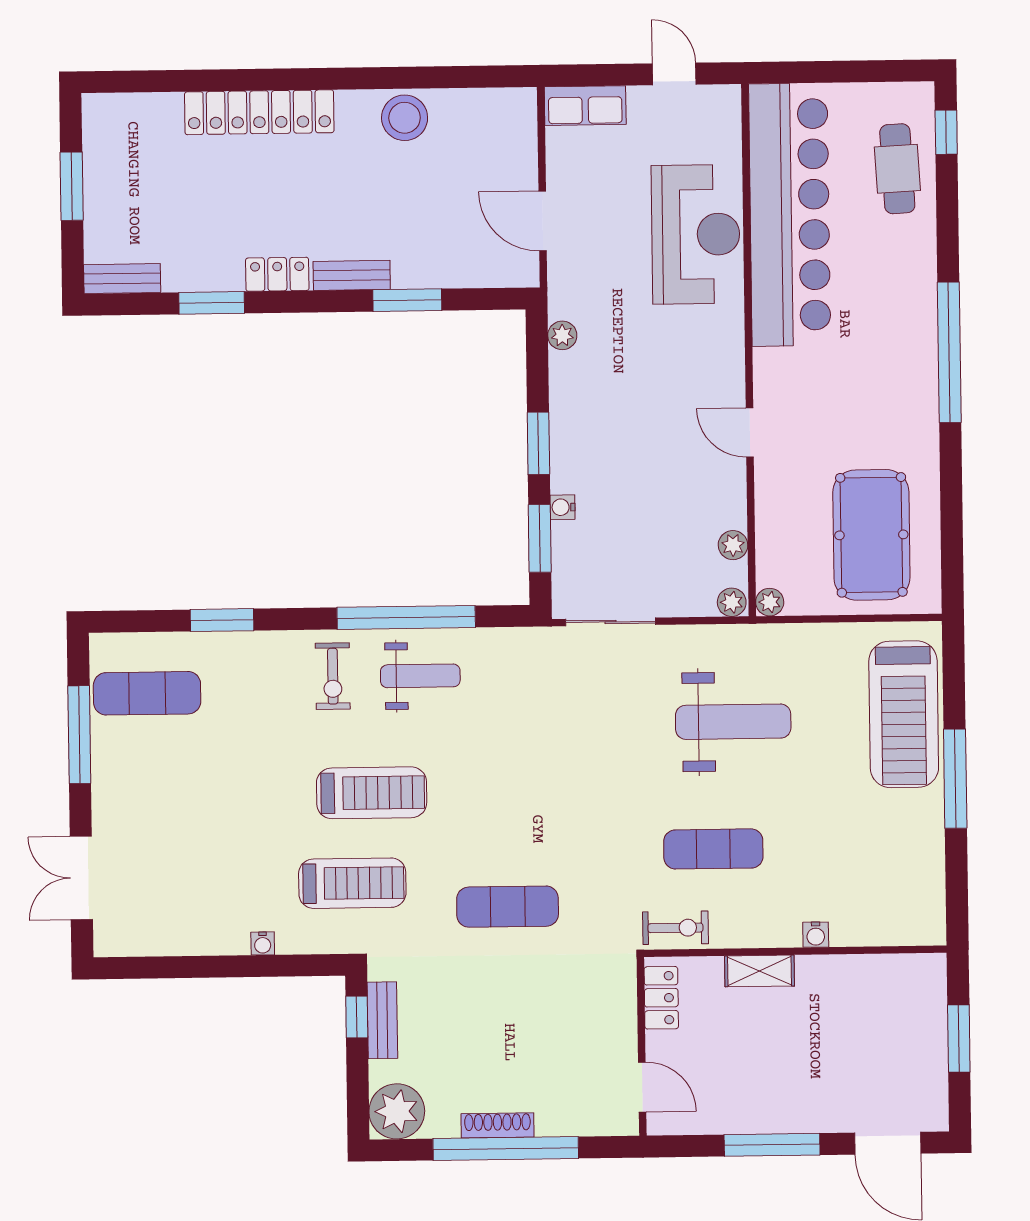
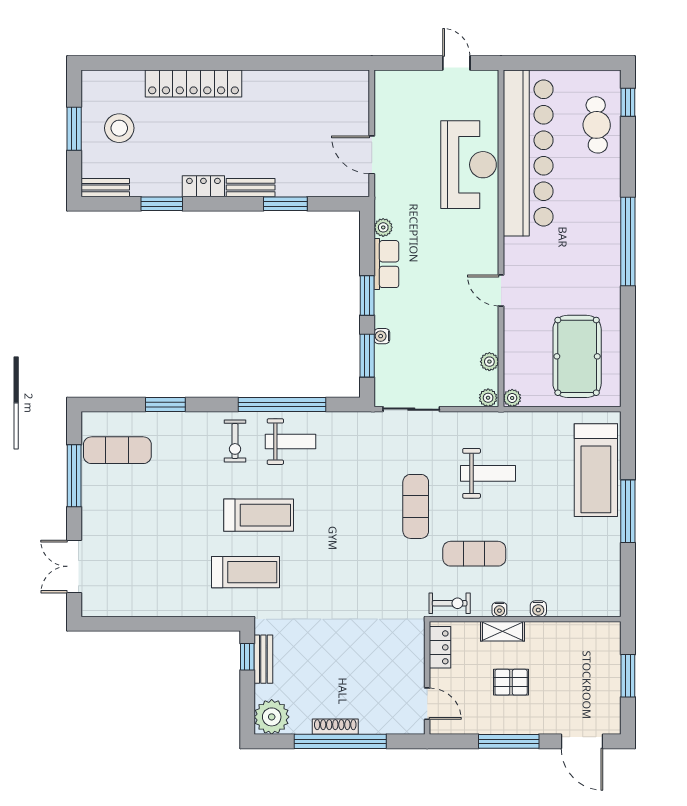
row of seats: (585, 106) -> (386, 264), moved, turned -90
stool: (405, 118) -> (119, 128), moved
weight bench: (733, 722) -> (488, 473), width x0.73, depth x0.75
exercise mat: (508, 907) -> (416, 506), moved, turned 90
water cooler: (263, 943) -> (499, 609), moved
pallet: (774, 1051) -> (511, 682), added

